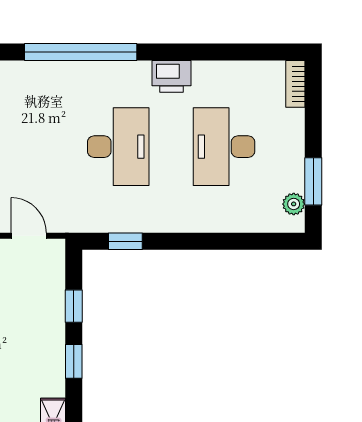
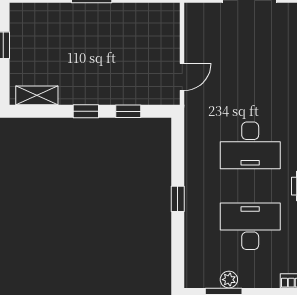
plant: (294, 204) -> (229, 280), moved
window: (125, 241) -> (178, 199), moved

